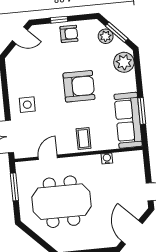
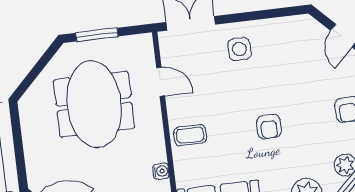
armchair: (79, 86) -> (269, 126), width x0.53, depth x0.53
window: (14, 187) -> (97, 35), moved

